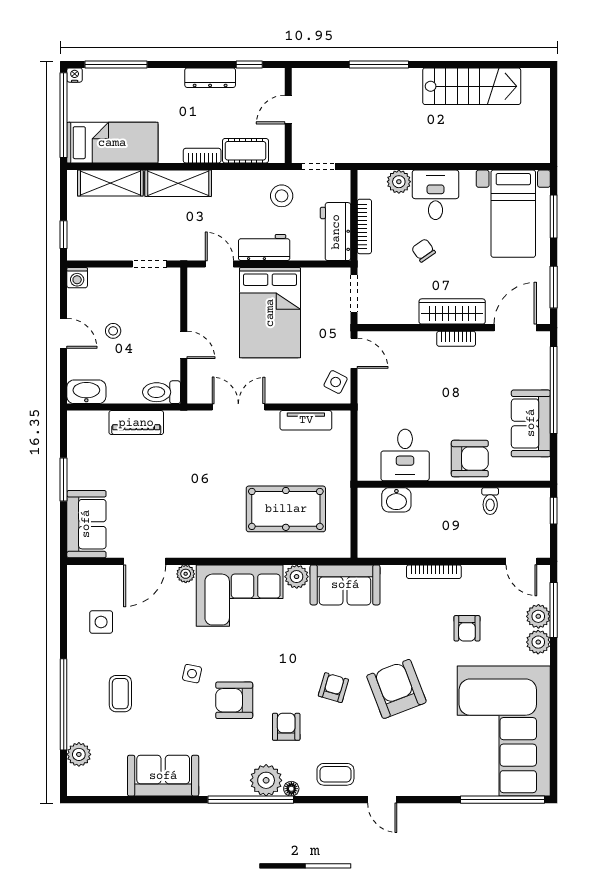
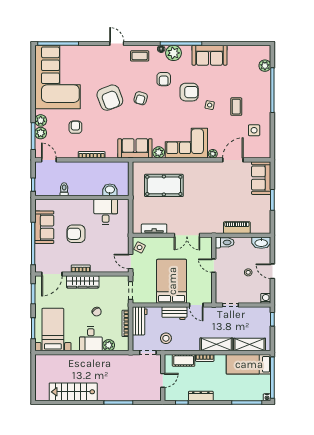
armchair: (470, 459) -> (76, 234), moved
coffee table: (120, 694) -> (236, 107), moved
sofa: (163, 776) -> (209, 55), moved

